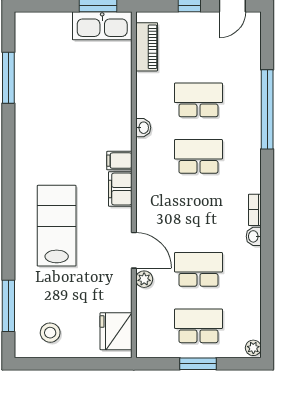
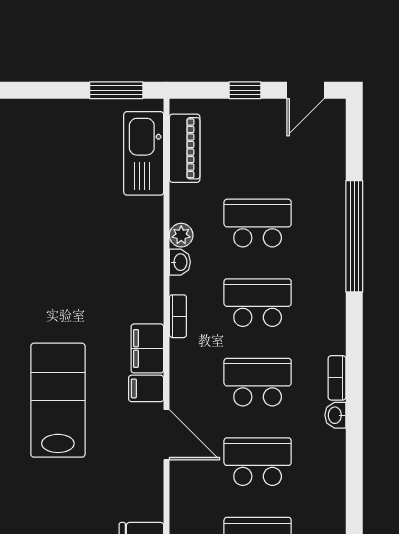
kitchen sink: (102, 26) -> (144, 153), moved, turned 90
filing cabinet: (119, 161) -> (146, 388), moved
bookcase: (142, 166) -> (178, 316), added
school desk: (198, 213) -> (258, 382), added
plant: (144, 279) -> (181, 235), moved

